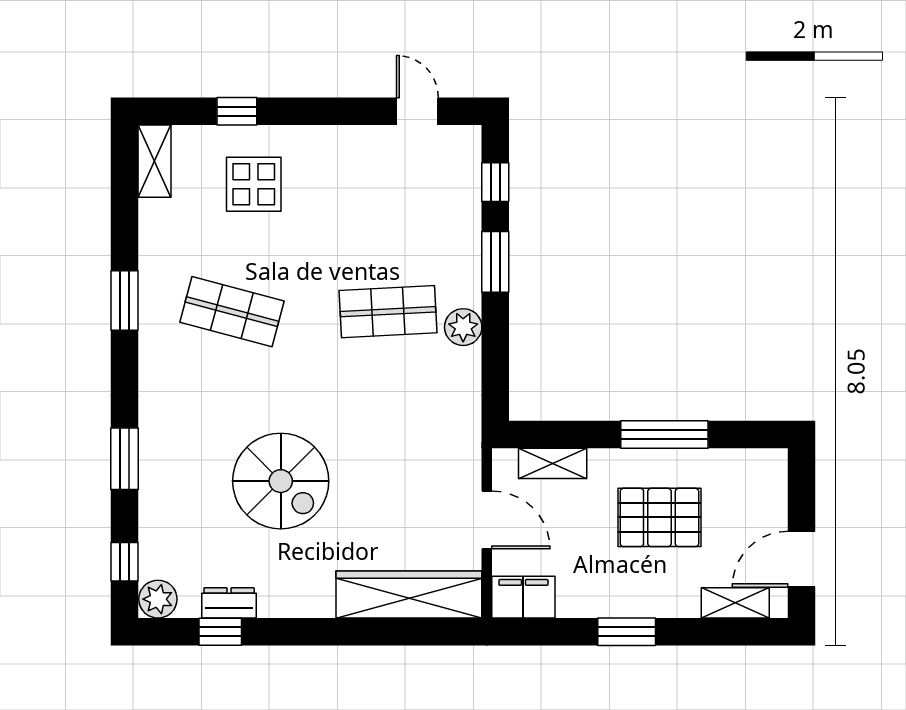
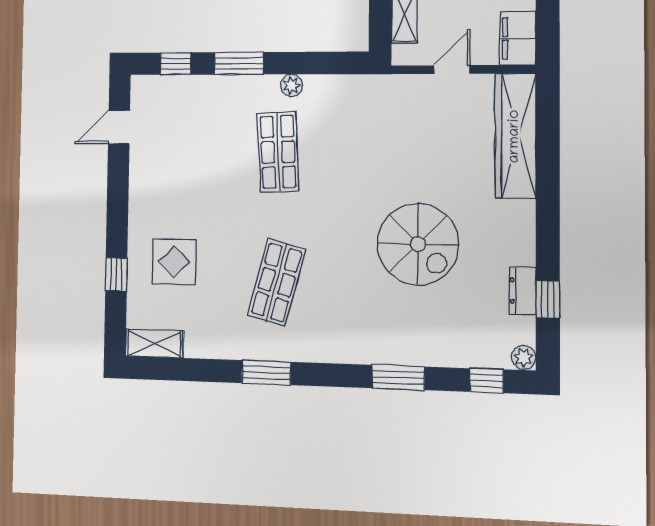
plant: (463, 327) -> (291, 85), width x0.73, depth x0.73
spiral stairs: (281, 481) -> (418, 244), turned 90
door: (487, 520) -> (452, 70), width x0.73
plant: (158, 599) -> (524, 357), width x0.73, depth x0.73

